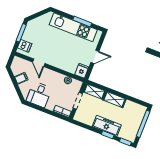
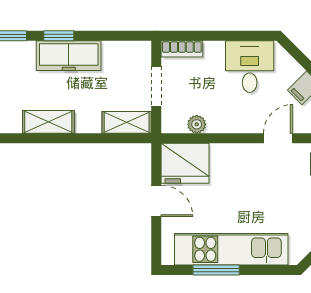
door: (95, 57) -> (156, 201), swing flipped
door: (39, 63) -> (278, 138), hinge flipped
fridge: (82, 71) -> (185, 163), width x1.88, depth x1.34
shelving: (114, 100) -> (48, 122), moved

